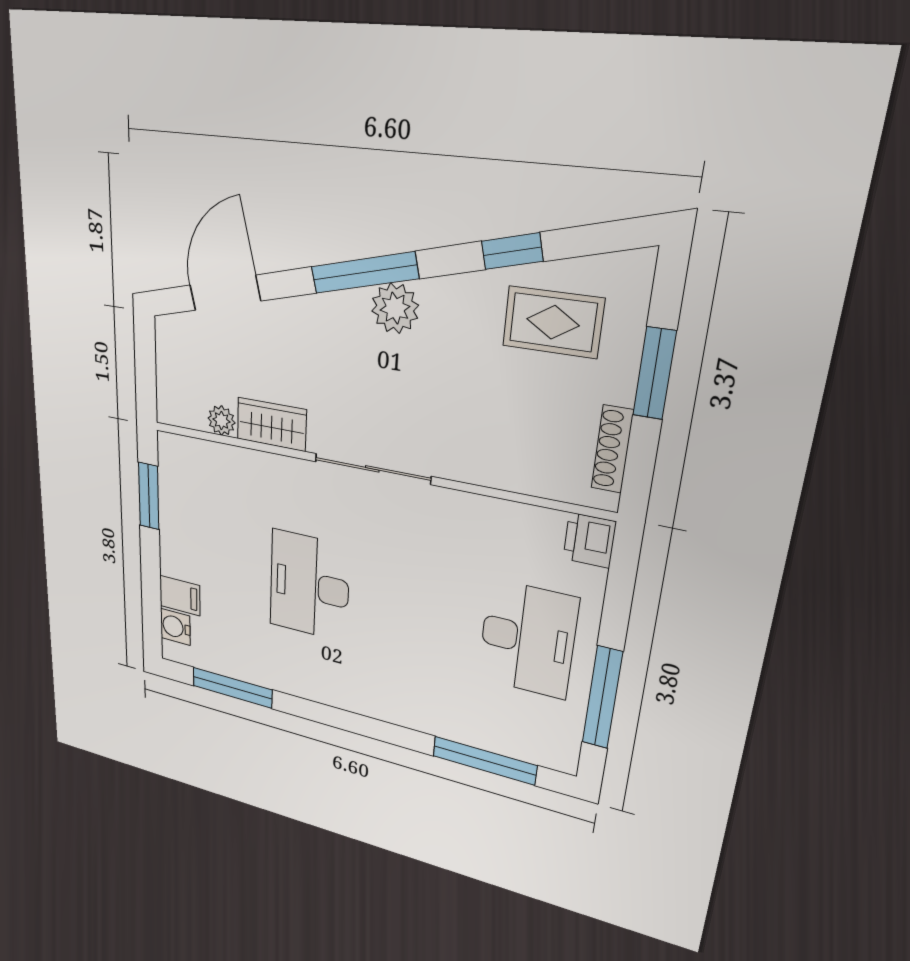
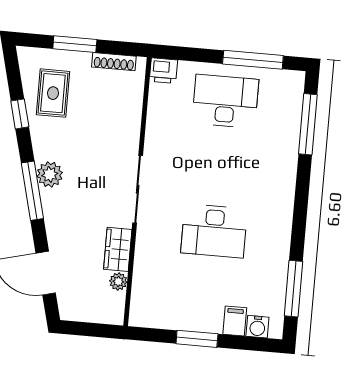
window: (149, 496) -> (197, 339), moved

